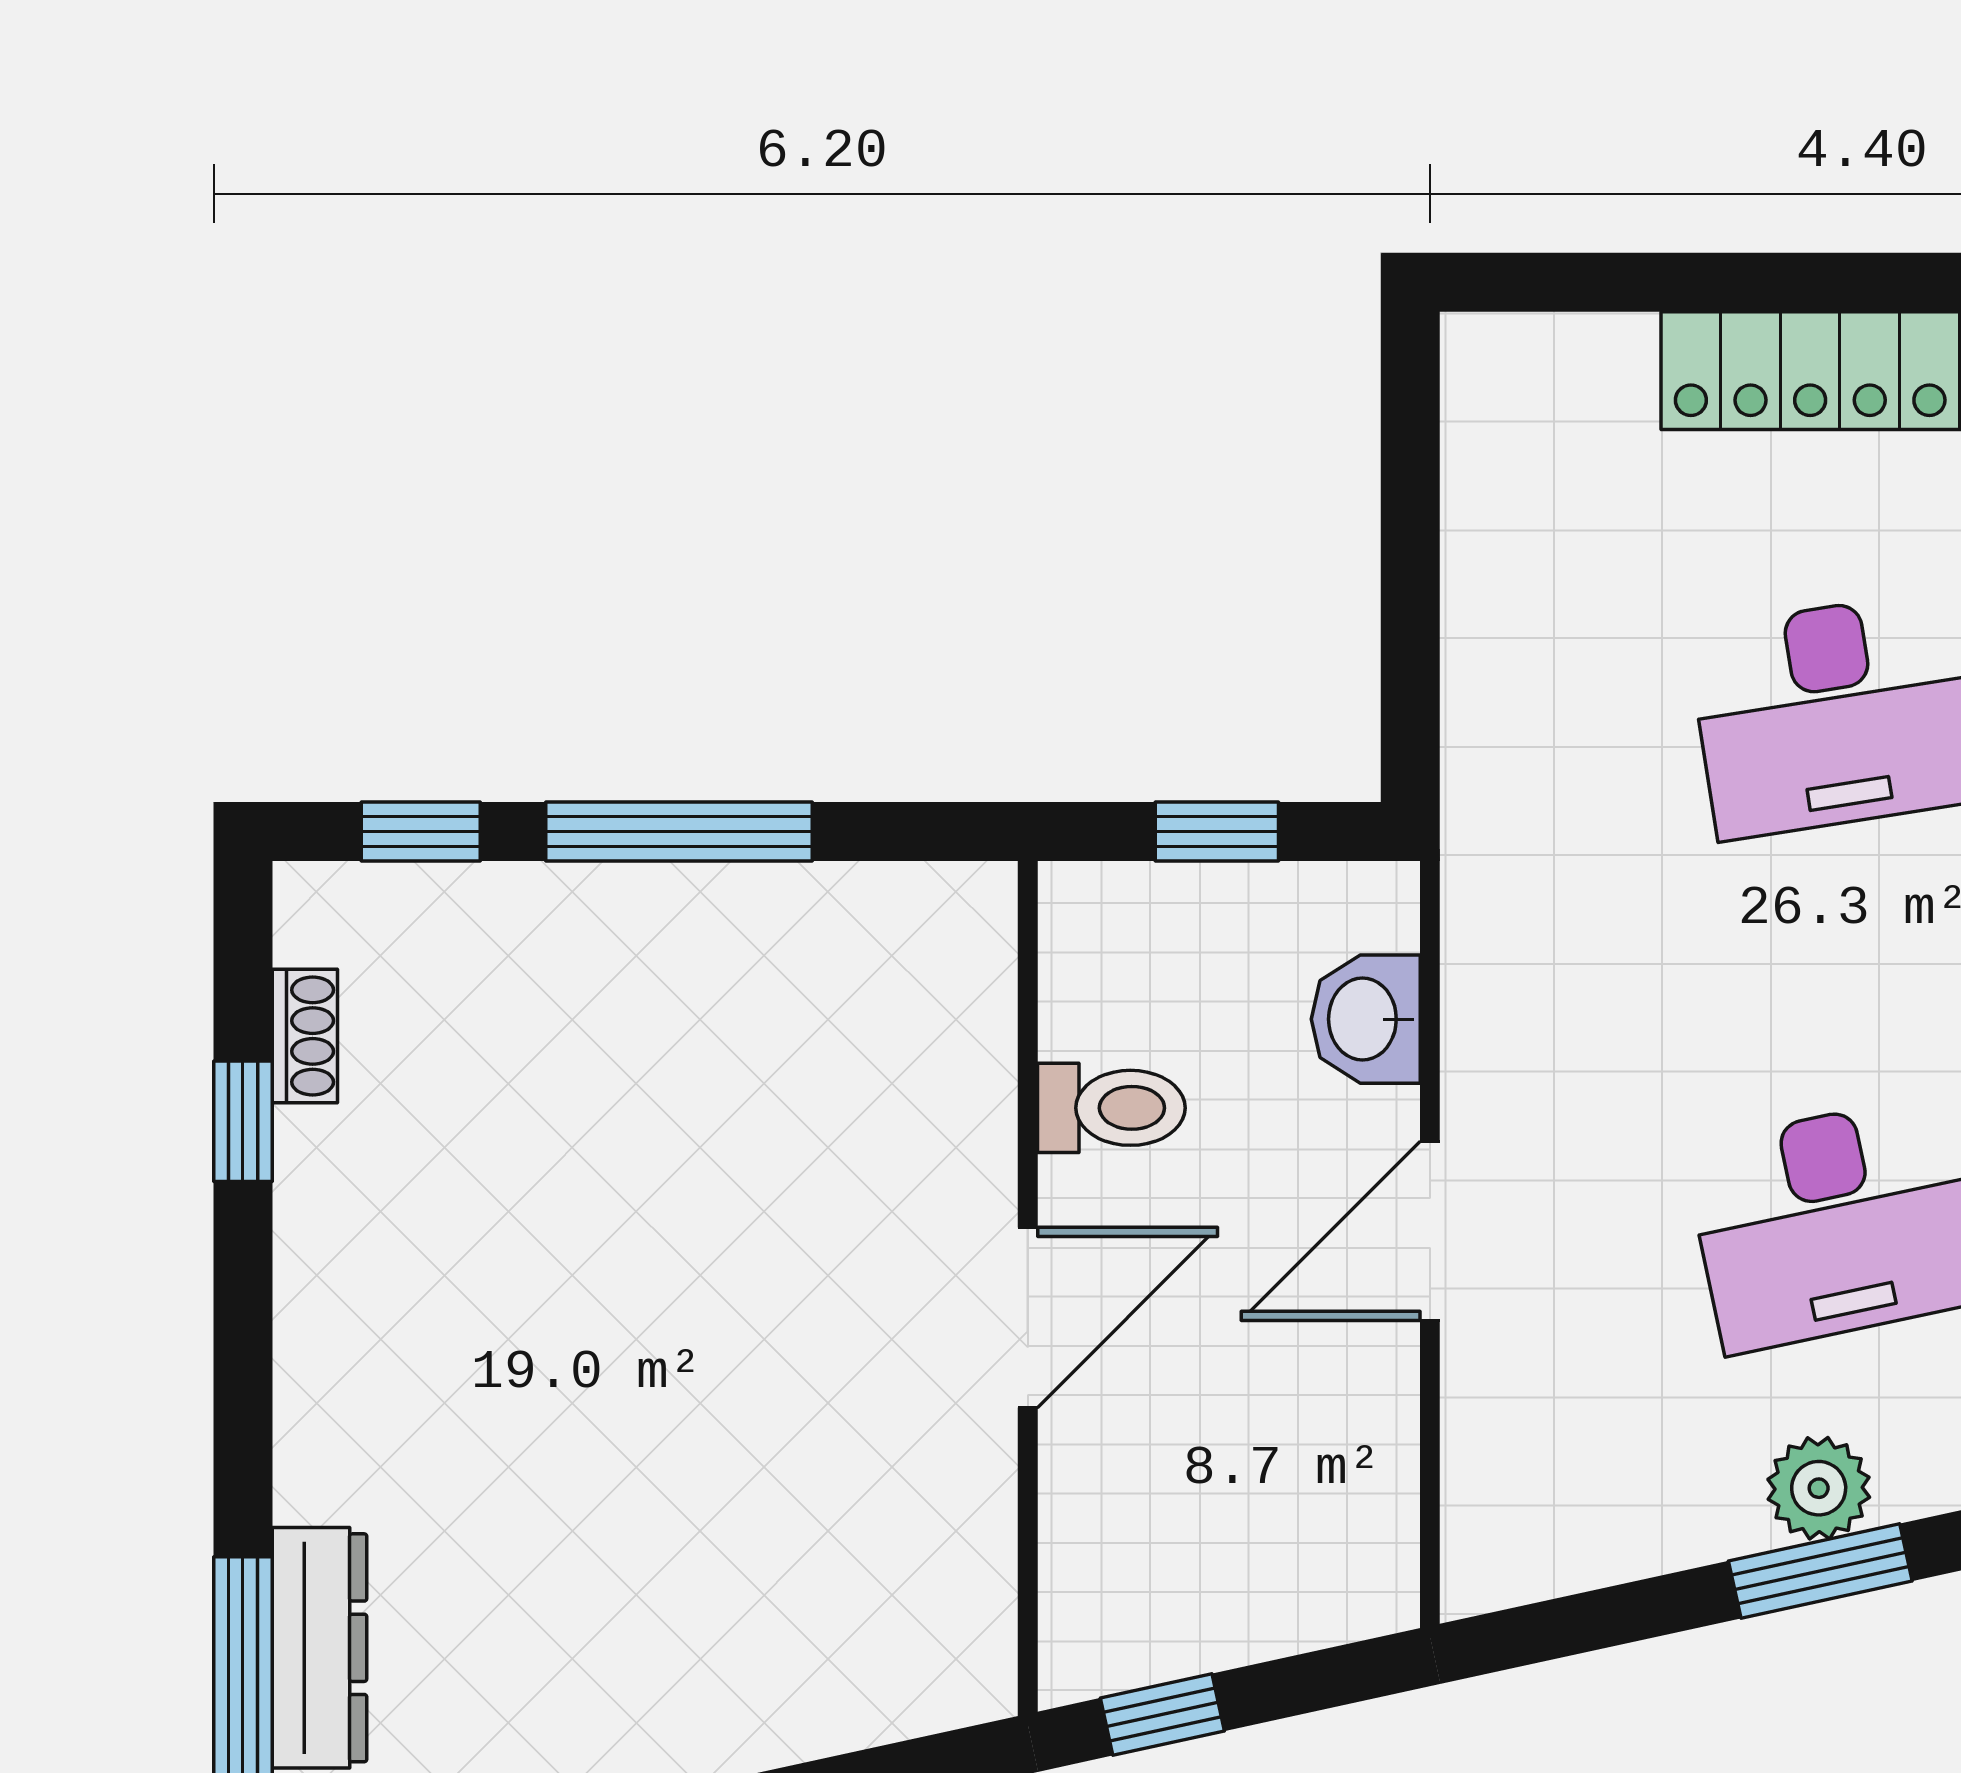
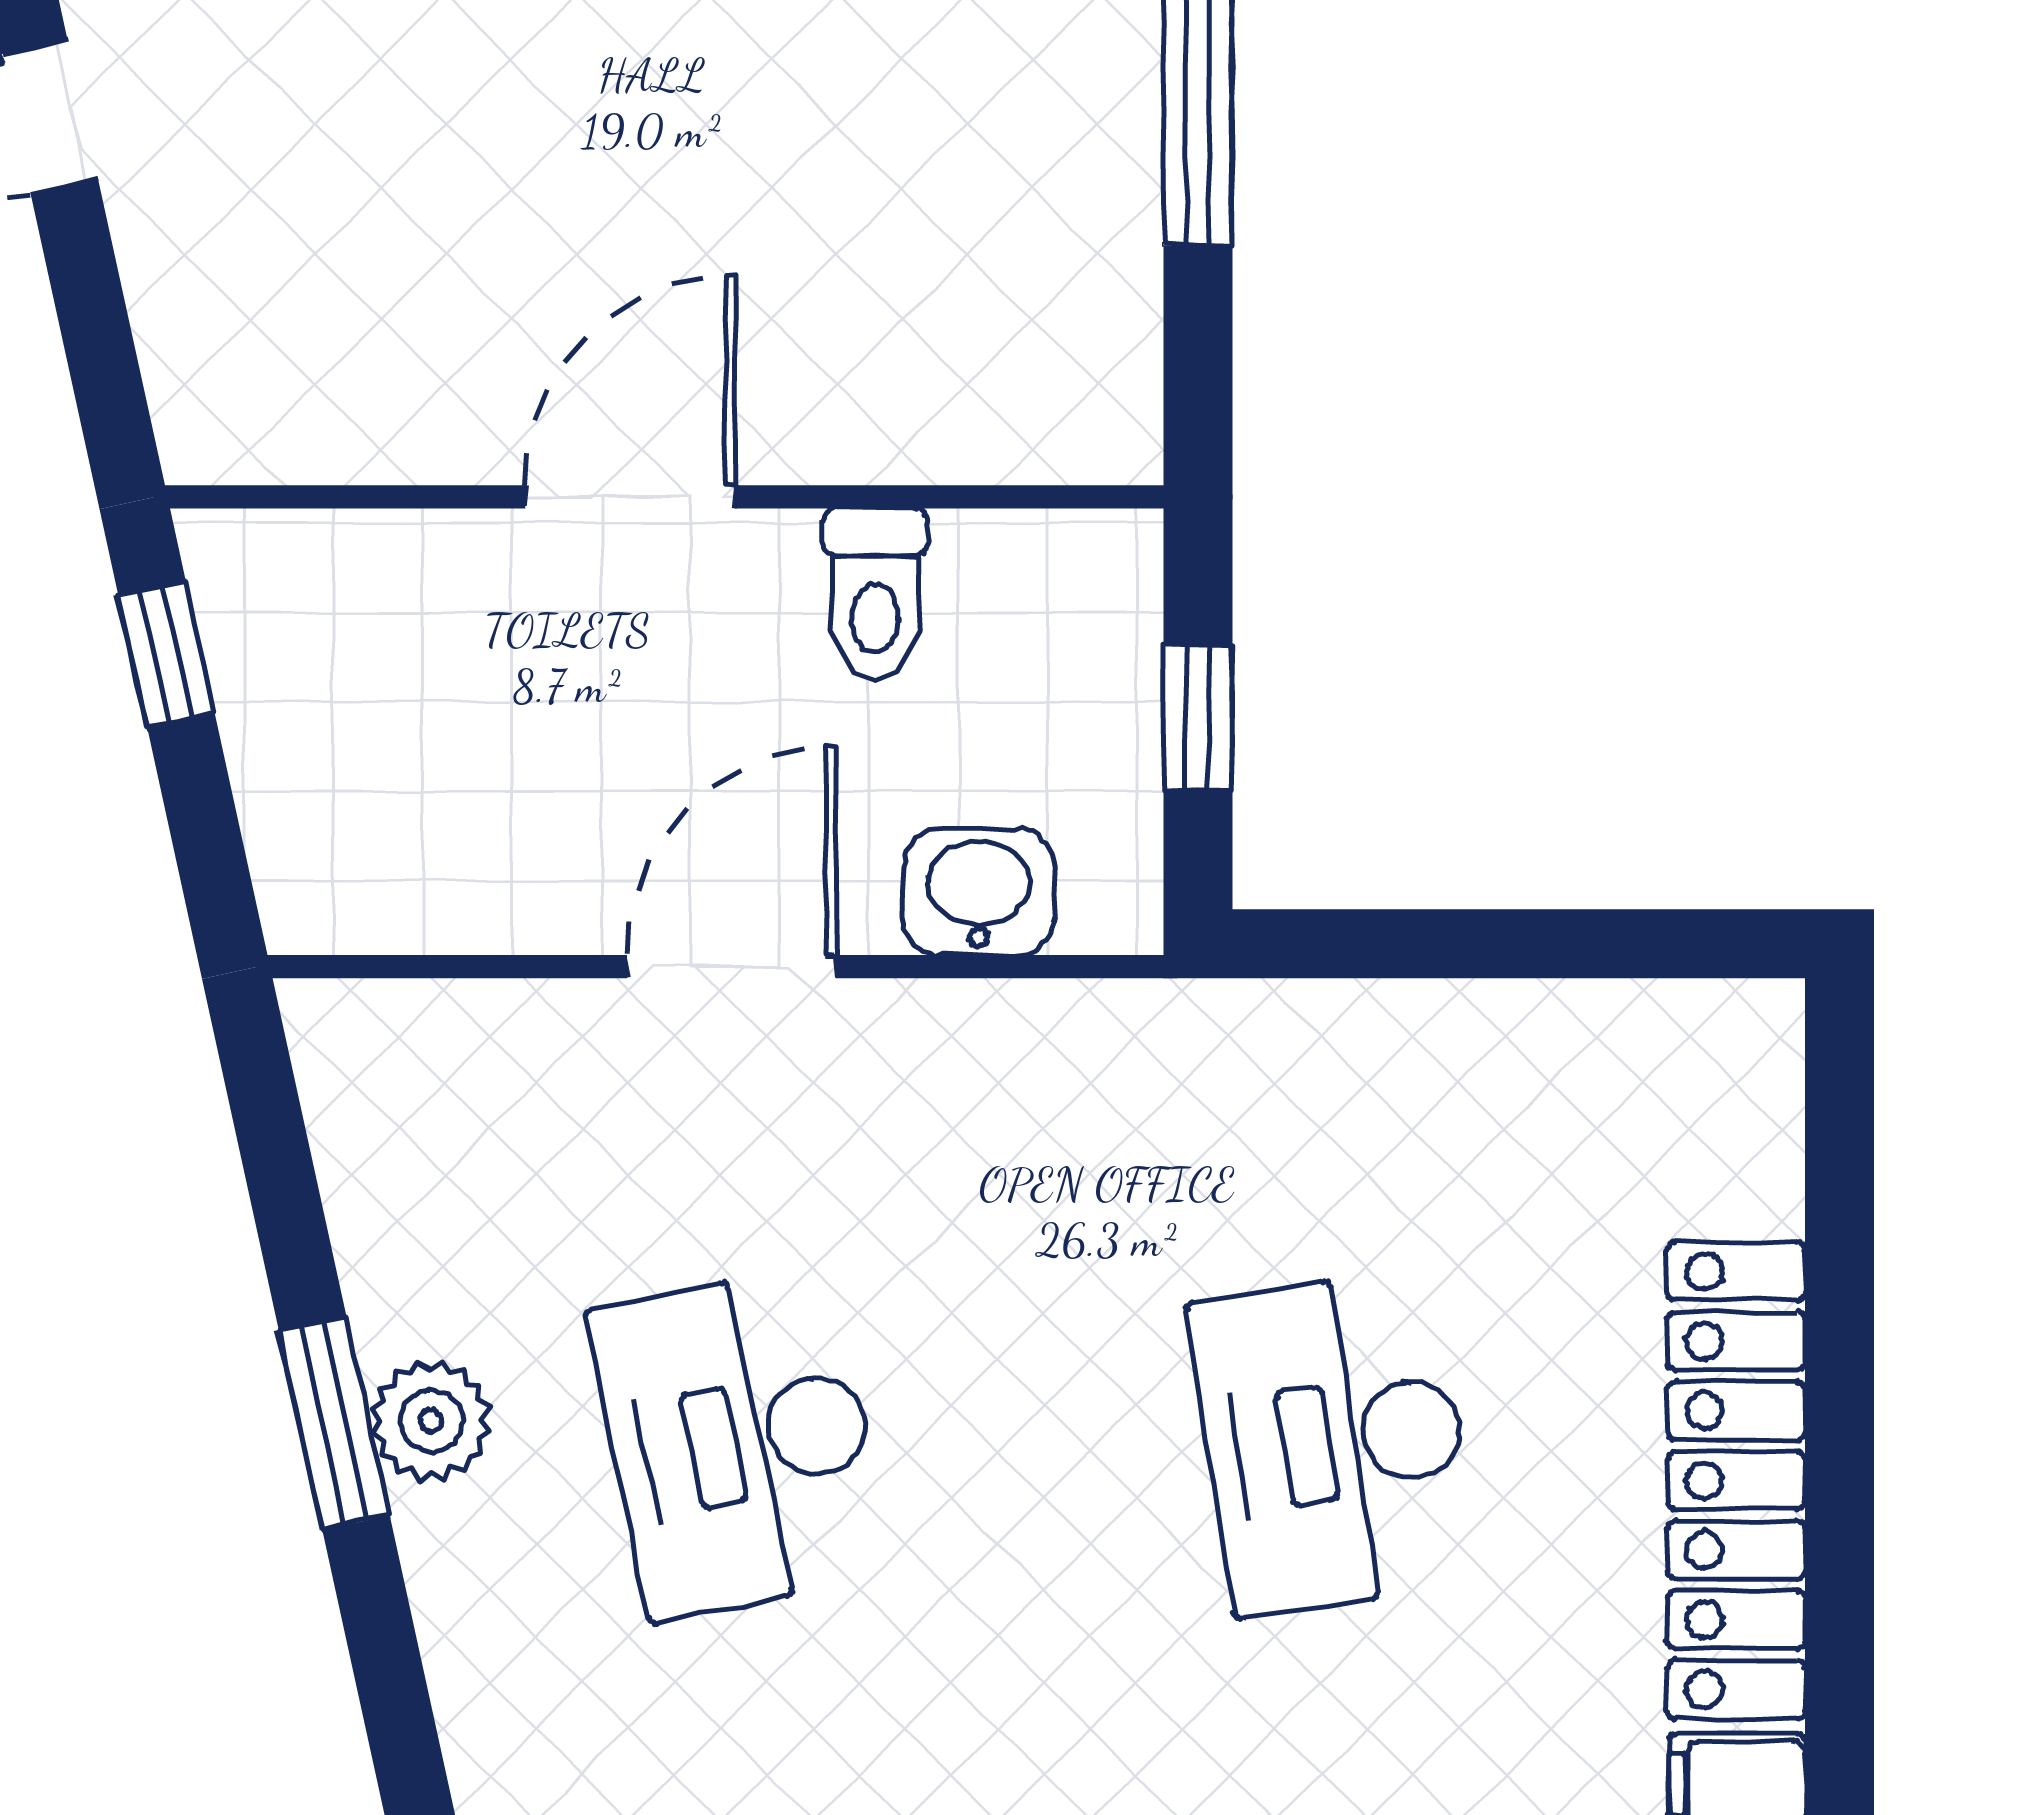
door: (1430, 1231) -> (732, 967), hinge flipped
door: (1028, 1317) -> (630, 497), swing flipped

